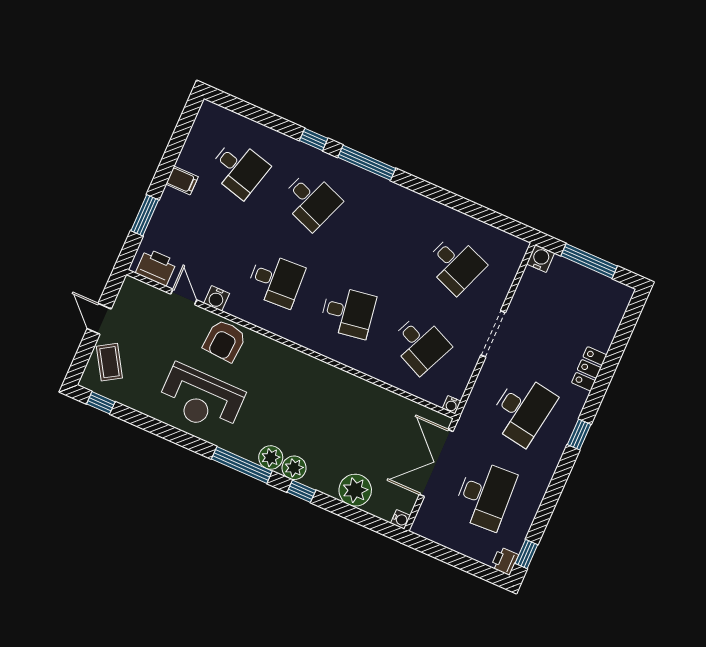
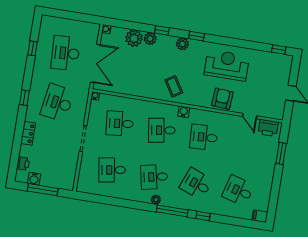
filing cabinet: (182, 180) -> (260, 216), moved
plant: (391, 190) -> (156, 200), added
desk: (383, 232) -> (154, 177), added
water cooler: (541, 259) -> (34, 179), moved
desk: (455, 264) -> (112, 170), turned -30
water cooler: (217, 298) -> (184, 112), moved
desk: (420, 344) -> (120, 123), turned -30
coffee table: (109, 362) -> (174, 86), moved
window: (242, 465) -> (197, 36), width x0.46
plant: (294, 468) -> (150, 39), moved
window: (526, 554) -> (33, 48), moved
printer: (505, 561) -> (23, 164), moved

